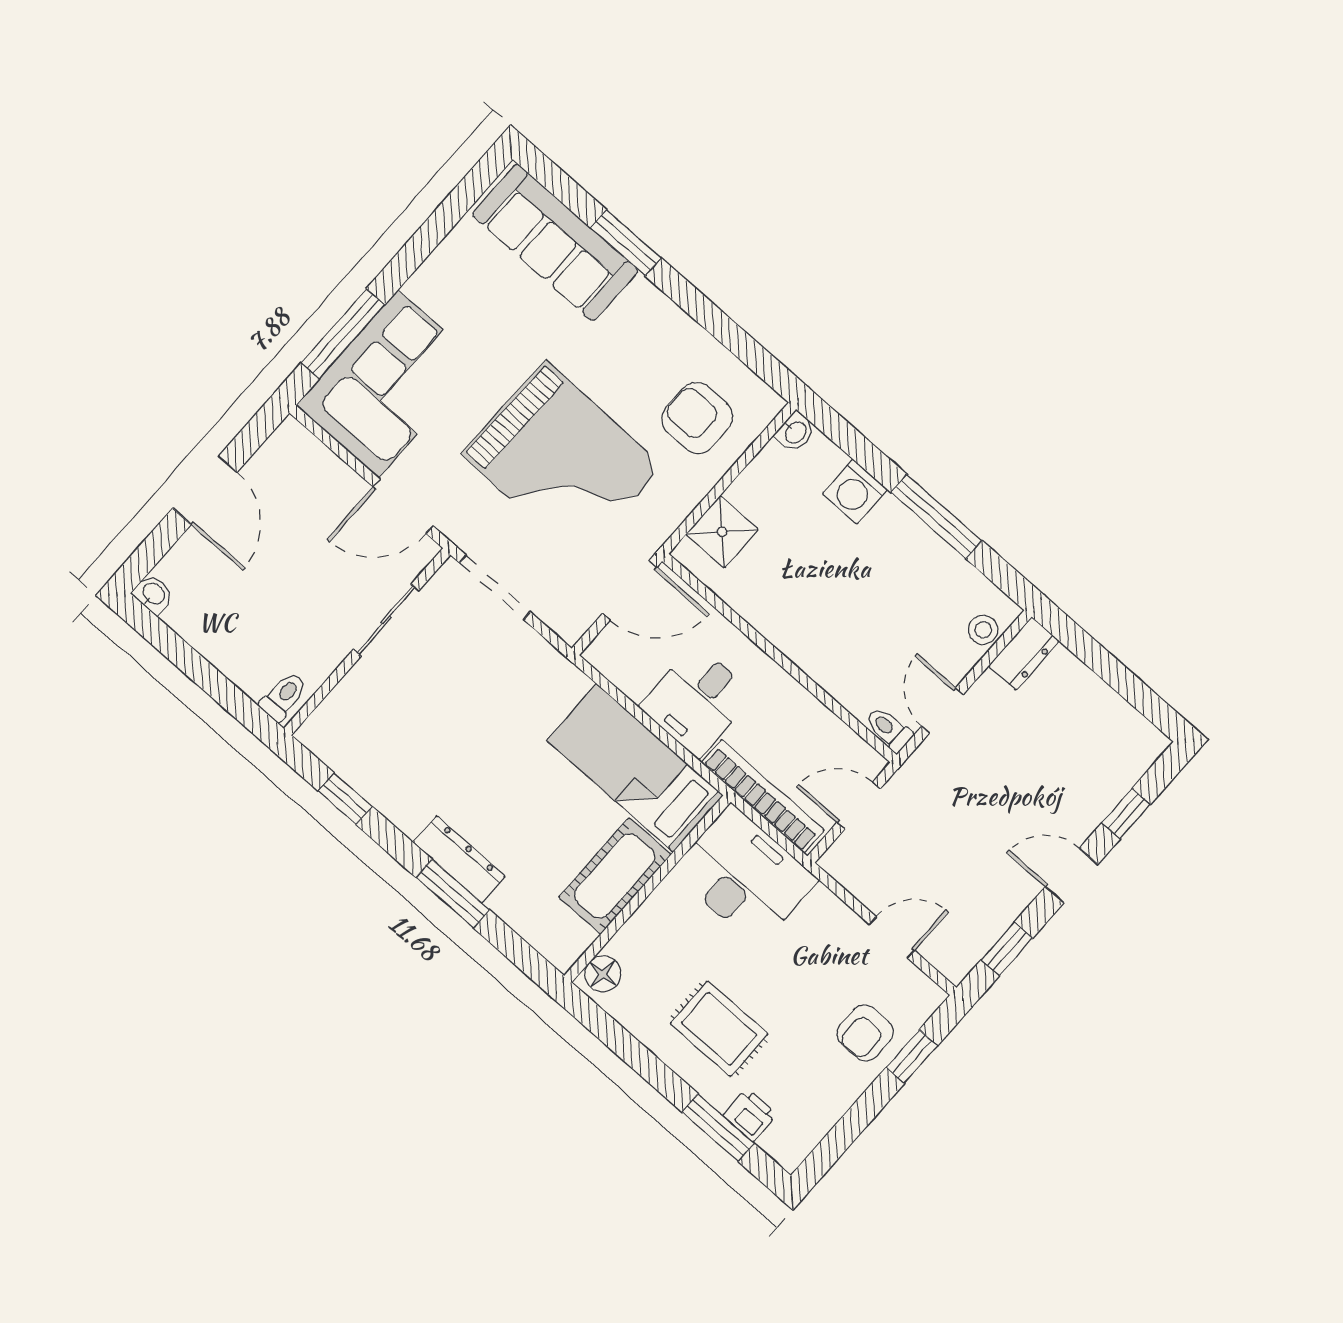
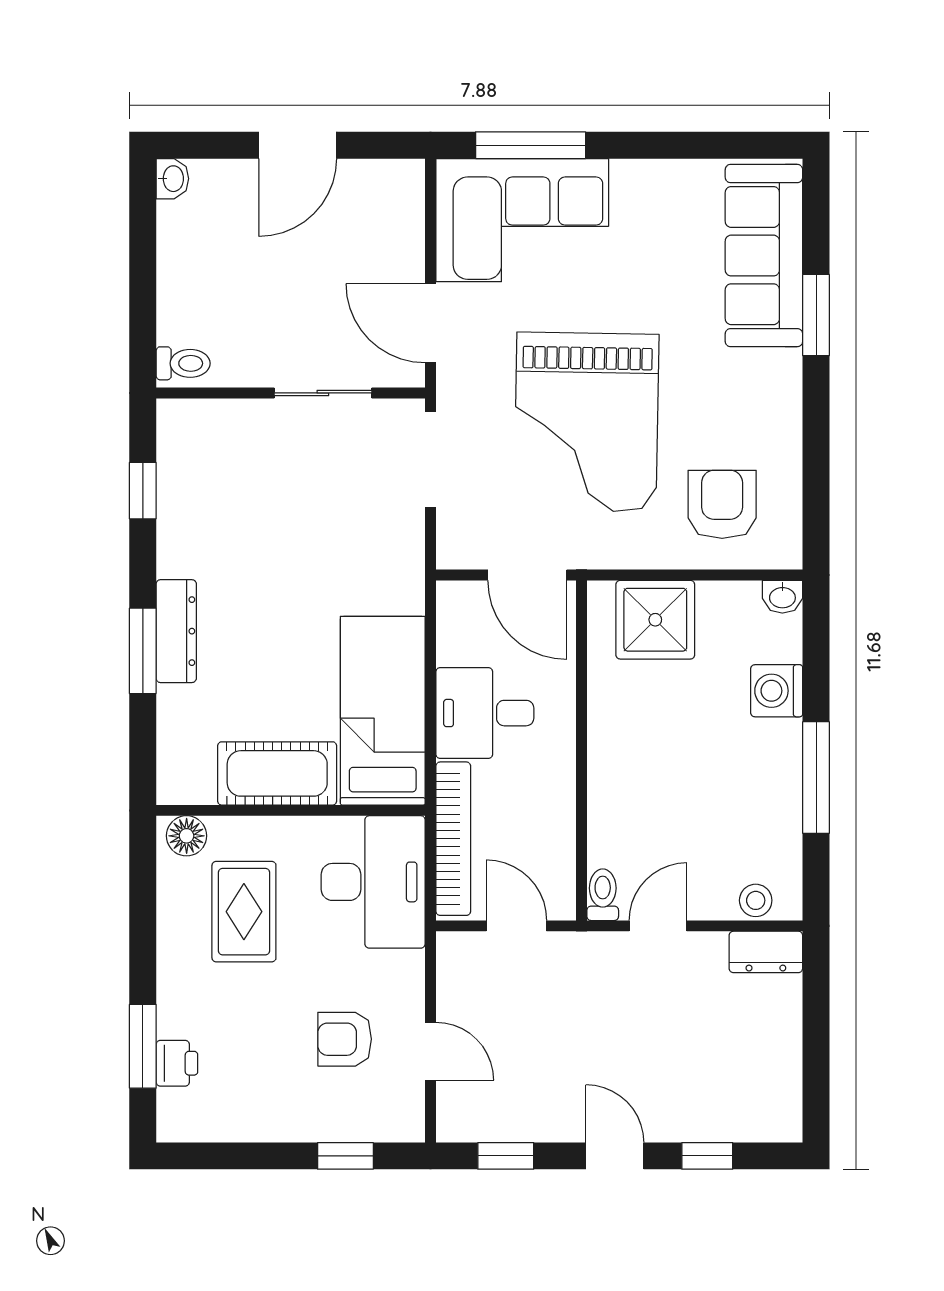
shower: (722, 532) -> (655, 620), width x1.36, depth x1.36
rug: (719, 1029) -> (244, 912), moved
armchair: (865, 1033) -> (345, 1039), moved

